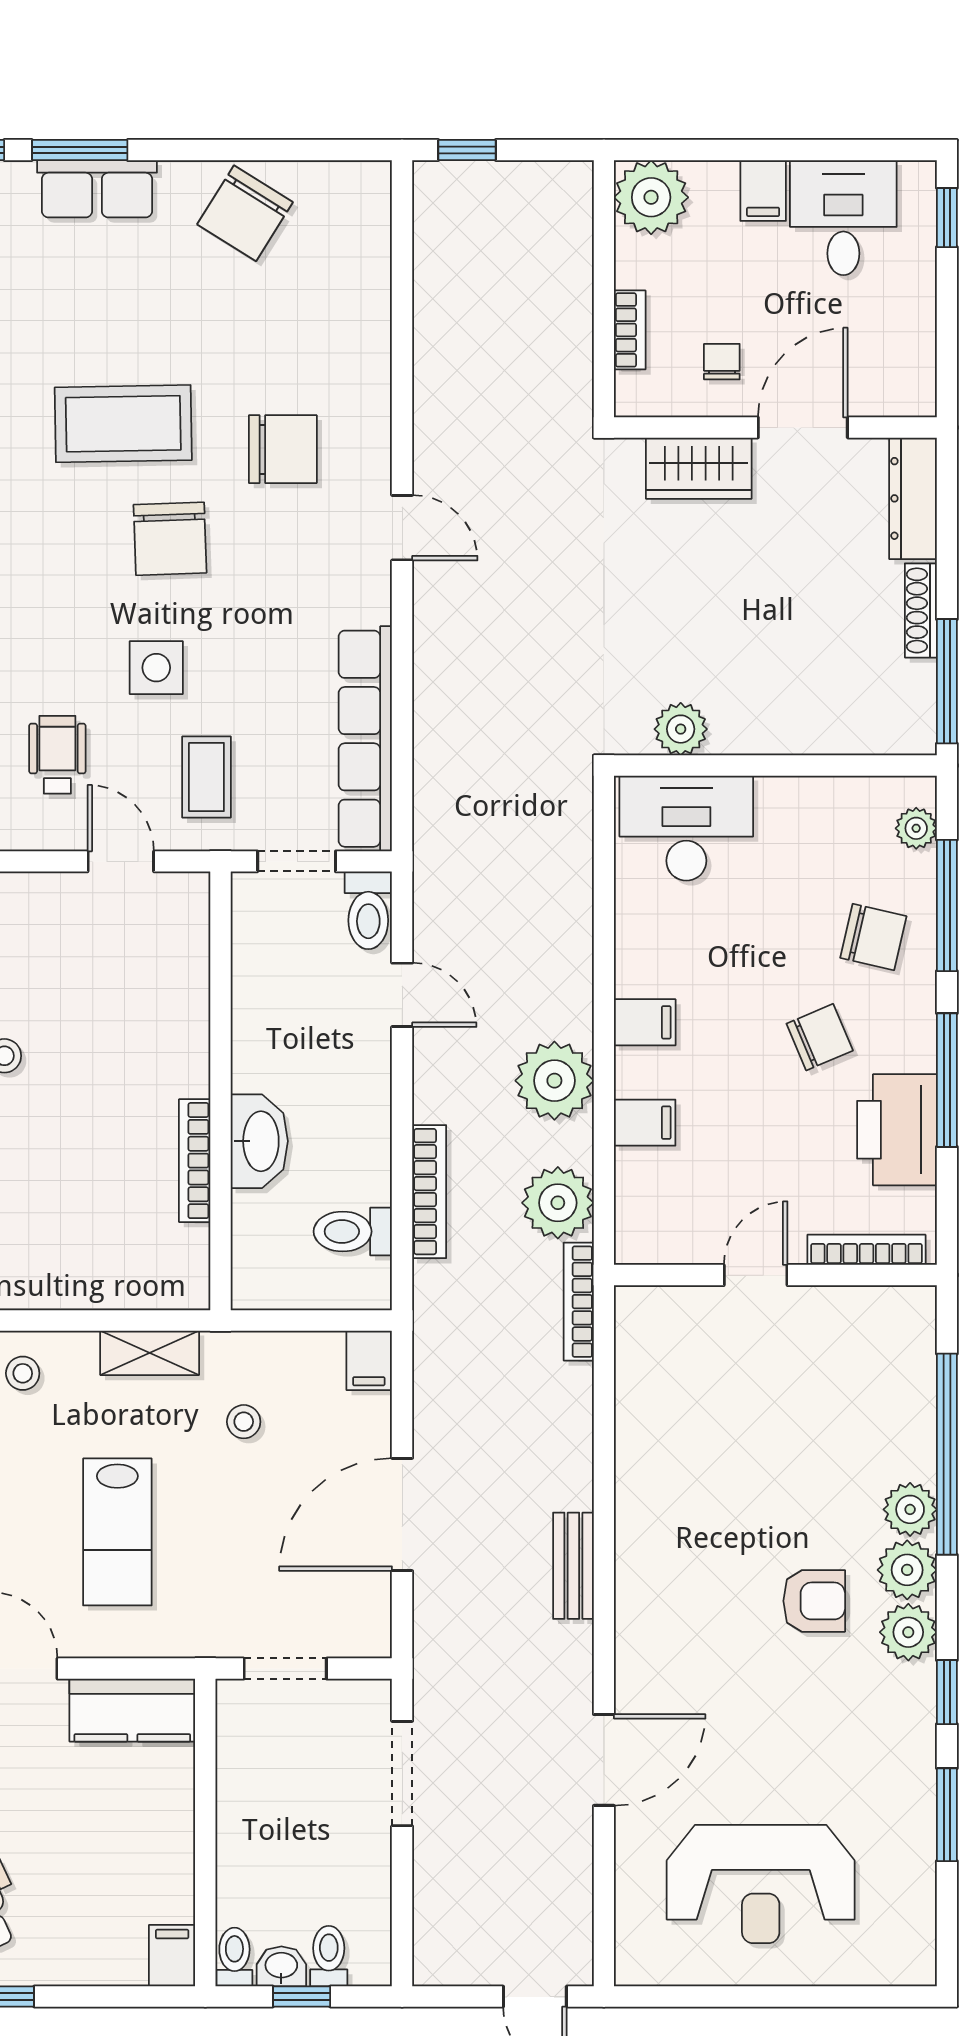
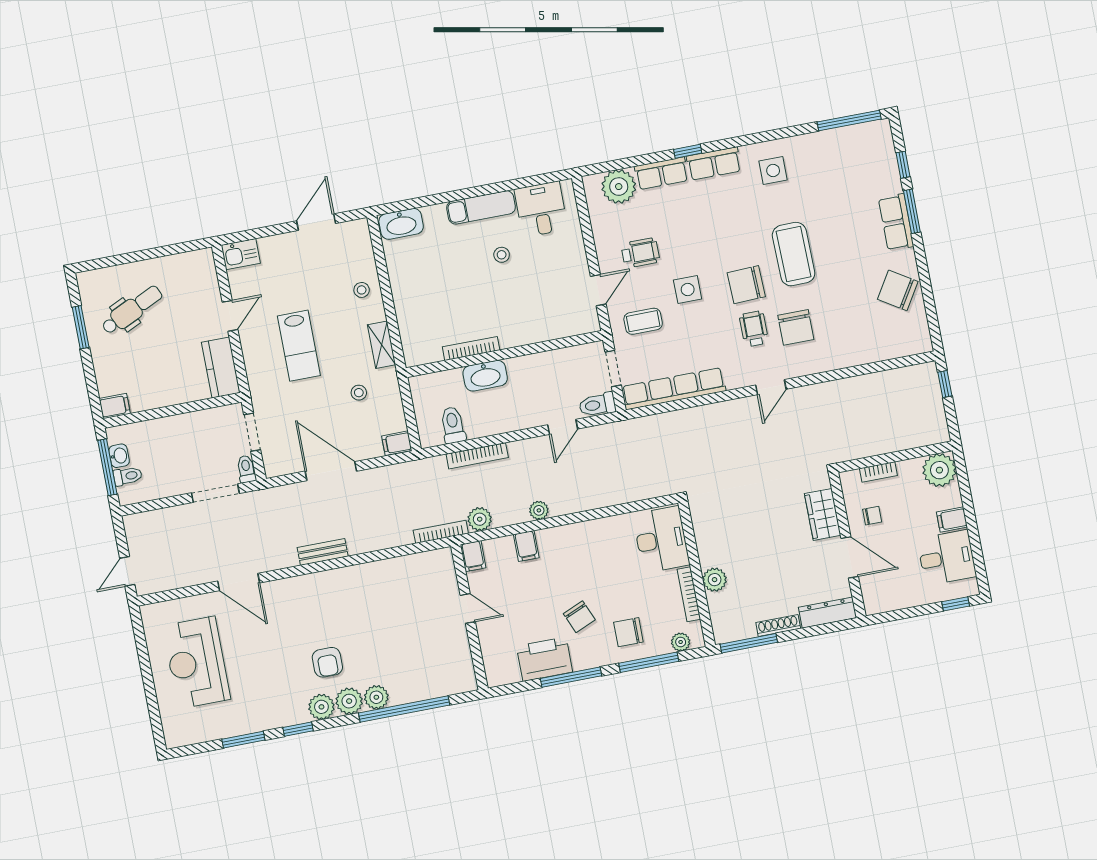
wheelchair: (269, 540) -> (754, 329), added
plant: (681, 729) -> (715, 580), moved
chair: (873, 937) -> (628, 632), turned 77
filing cabinet: (645, 1022) -> (473, 556), moved
plant: (554, 1081) -> (539, 510), width x0.53, depth x0.53
plant: (558, 1203) -> (480, 519), width x0.73, depth x0.73
bookcase: (866, 1250) -> (689, 594), moved, turned 180
lab bench: (117, 1532) -> (299, 346), turned -90
toilet: (234, 1957) -> (246, 469), moved, turned -90
window: (302, 1997) -> (107, 467), width x2.17

